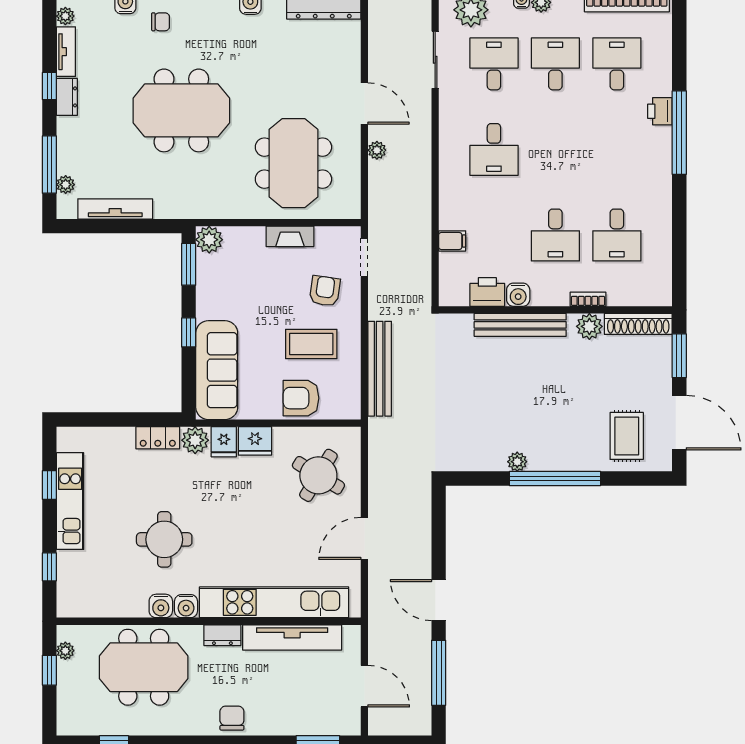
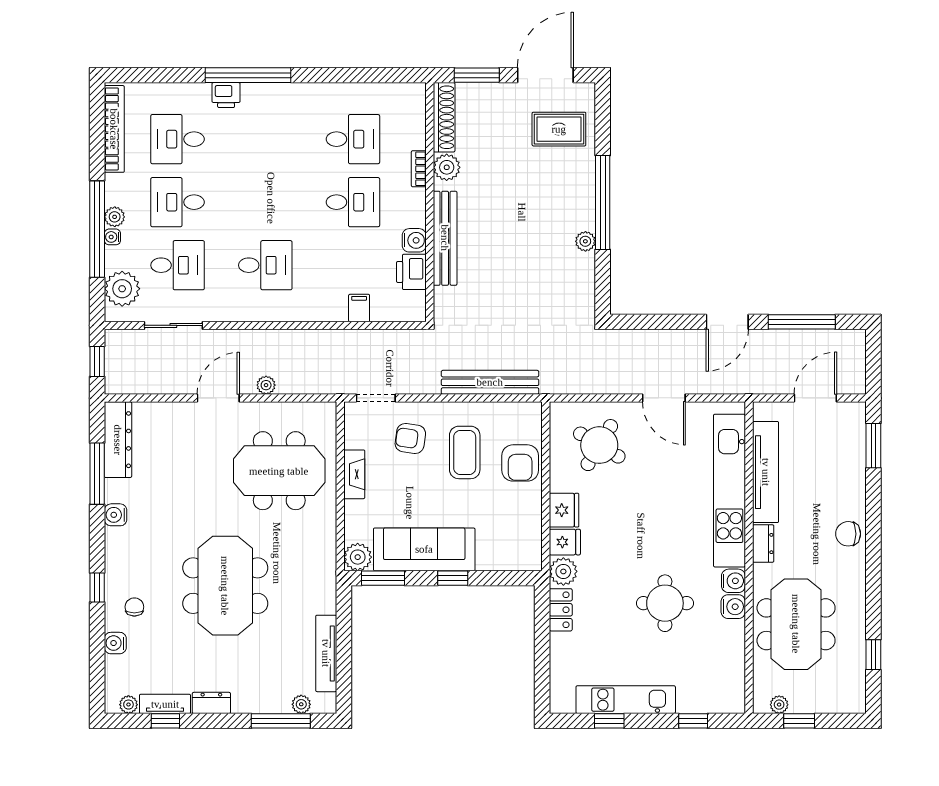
desk: (494, 64) -> (178, 265), turned 180
window: (49, 86) -> (165, 721), moved
sofa: (217, 370) -> (424, 549), moved

